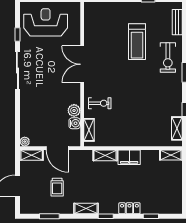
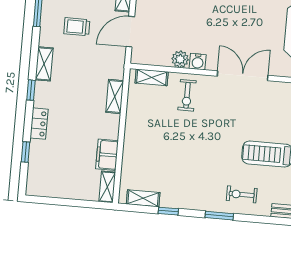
exercise bike: (168, 57) -> (242, 194), width x0.73, depth x0.72
water cooler: (75, 123) -> (198, 62), moved
filing cabinet: (129, 157) -> (107, 155), moved

